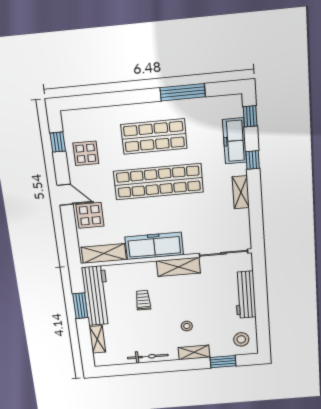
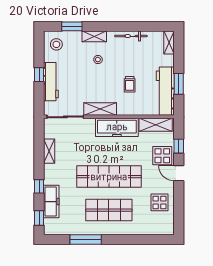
window: (58, 142) -> (179, 146), moved
shelving: (241, 192) -> (49, 151), moved
window: (261, 302) -> (39, 75), added
shelving: (97, 339) -> (169, 42), moved

